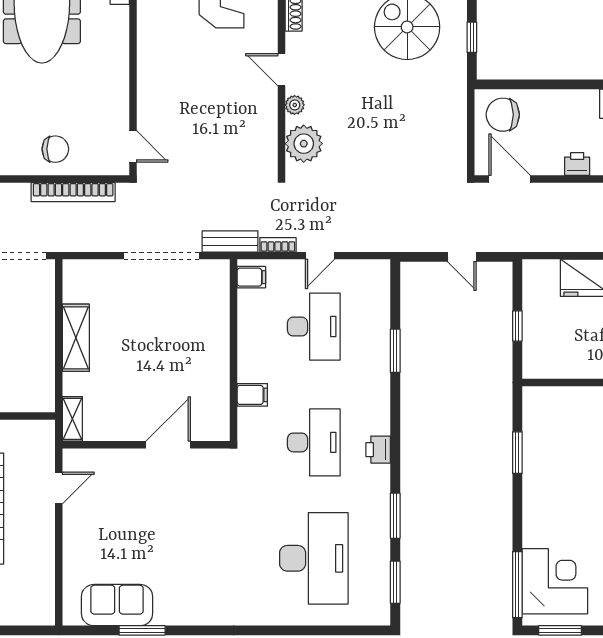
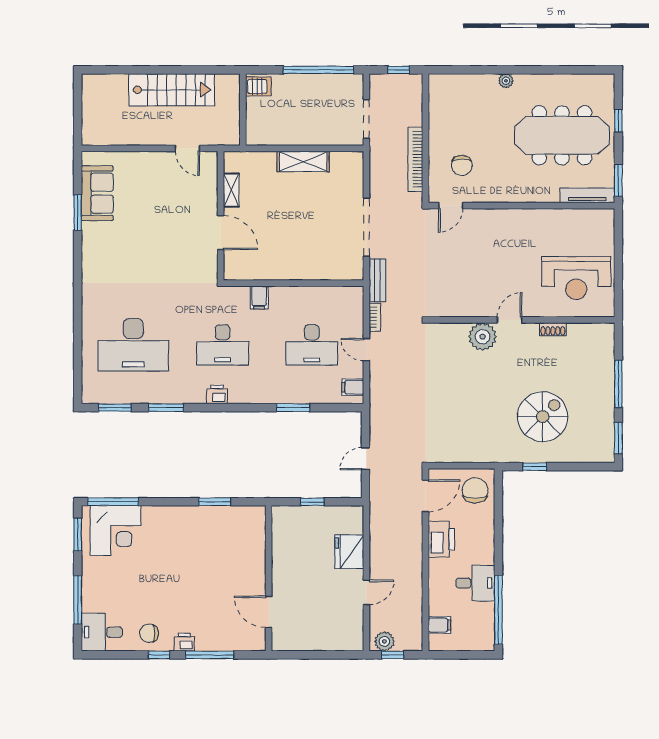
plant: (295, 105) -> (483, 337), width x1.88, depth x1.88
plant: (304, 144) -> (453, 337), removed
chair: (55, 149) -> (462, 165), moved
printer: (577, 164) -> (441, 539), width x1.87, depth x1.48
filing cabinet: (251, 277) -> (353, 387), moved, turned 90
shelving: (72, 419) -> (231, 190), moved, turned 90

